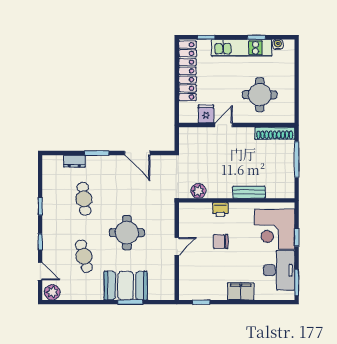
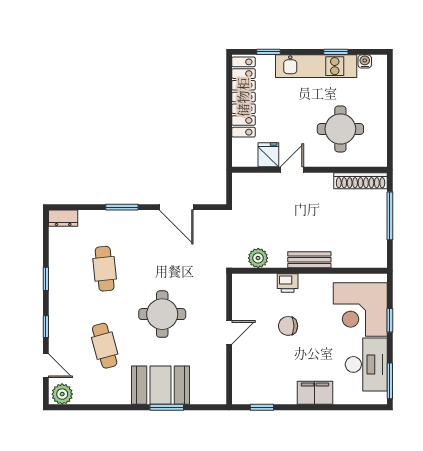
dresser: (74, 161) -> (63, 218), moved
bench: (249, 192) -> (309, 260), moved

